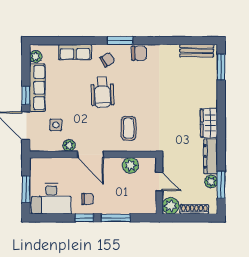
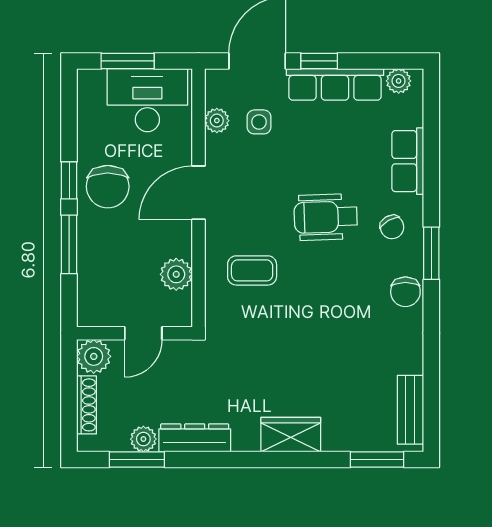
wardrobe: (209, 123) -> (291, 435), moved
plant: (69, 146) -> (217, 121), moved
desk: (51, 199) -> (147, 100), moved, turned 90
chair: (87, 199) -> (108, 187), width x1.87, depth x1.87

